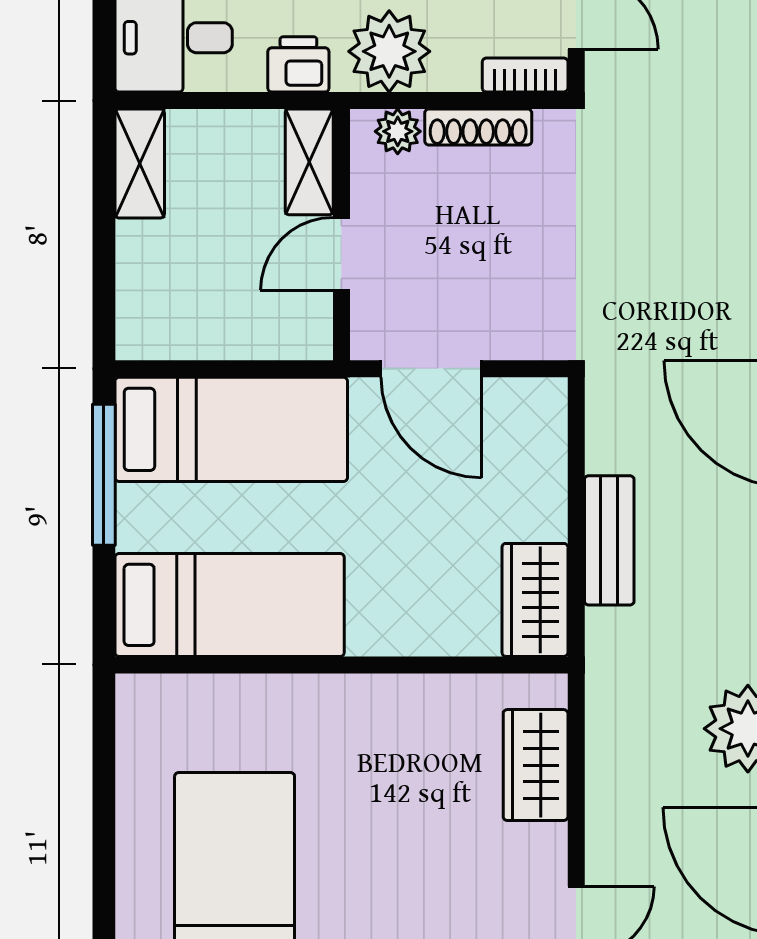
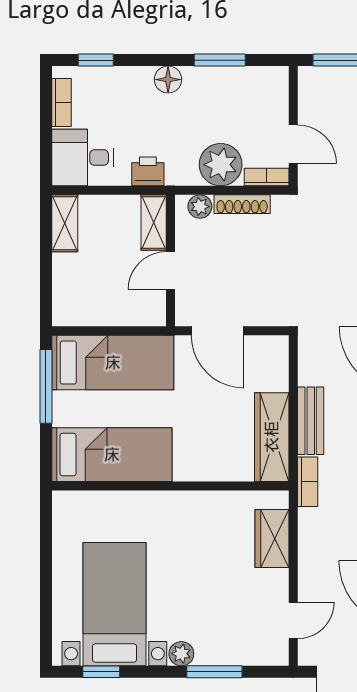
plant: (389, 51) -> (221, 165), moved
wardrobe: (535, 600) -> (272, 437), width x1.50
bookcase: (604, 657) -> (308, 482), added

